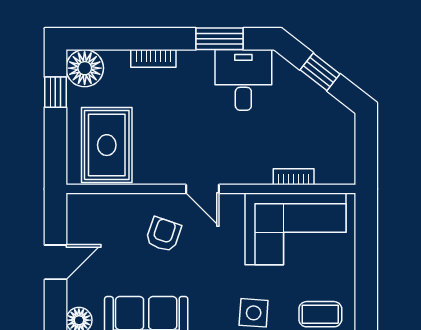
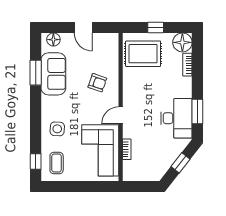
bookcase: (153, 58) -> (187, 65), moved
desk: (243, 80) -> (176, 118), width x1.37
window: (55, 92) -> (156, 27), moved
door: (202, 189) -> (121, 115), moved

